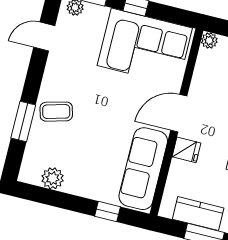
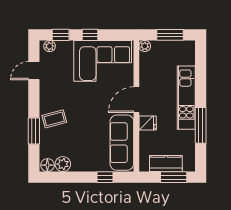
floor lamp: (31, 174) -> (47, 165), added

